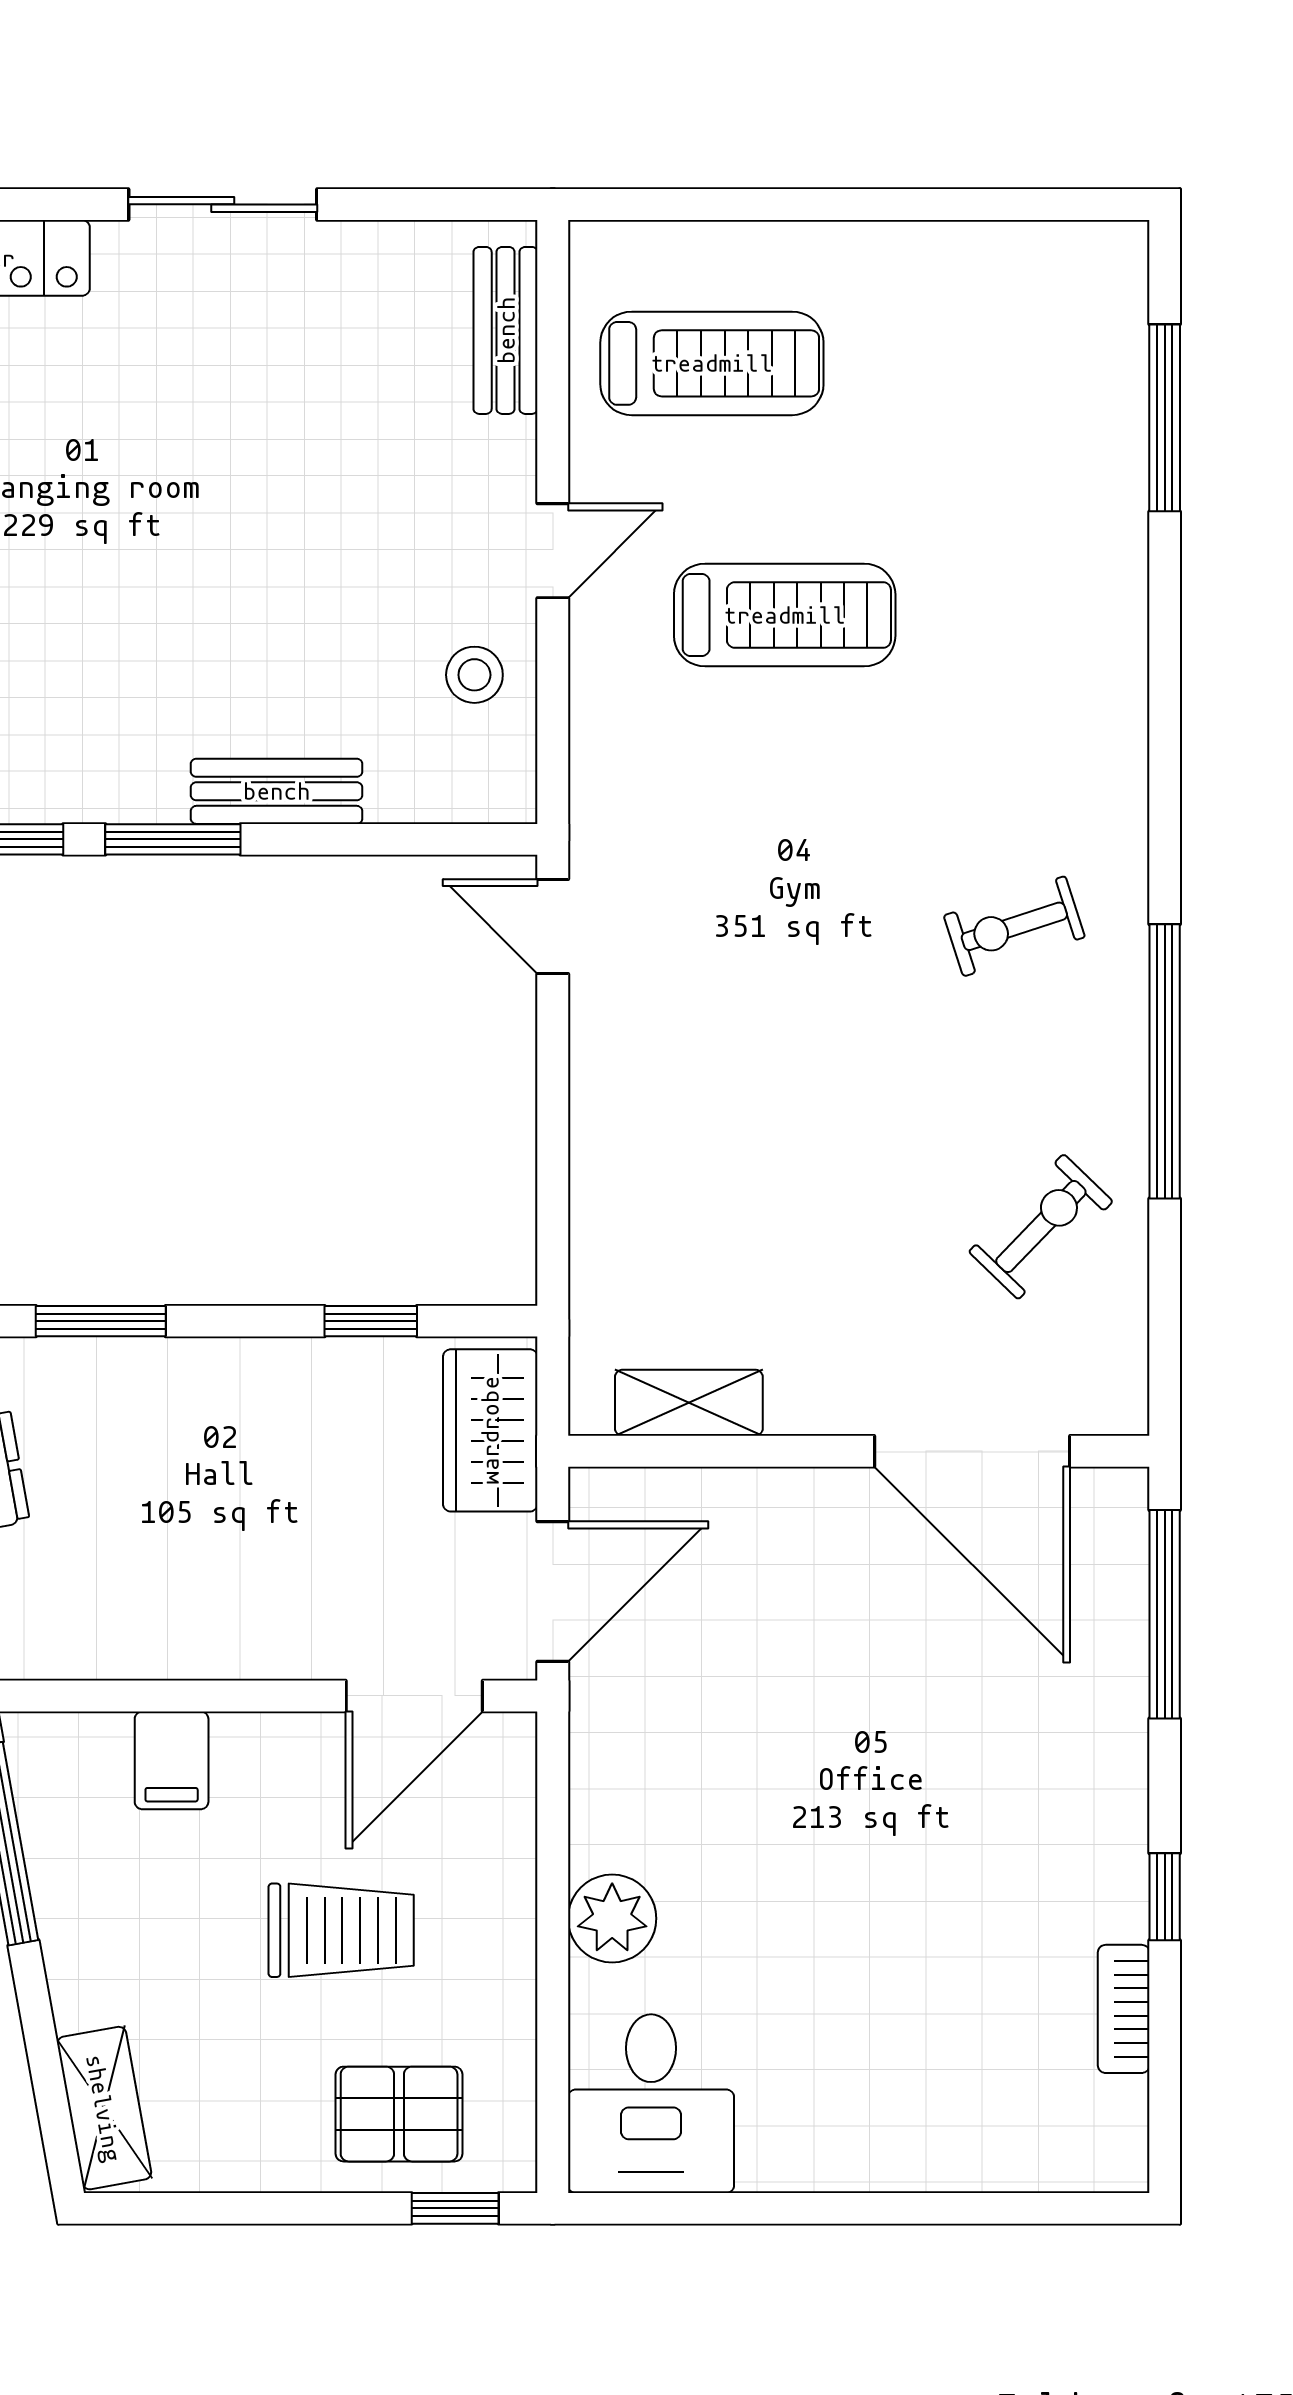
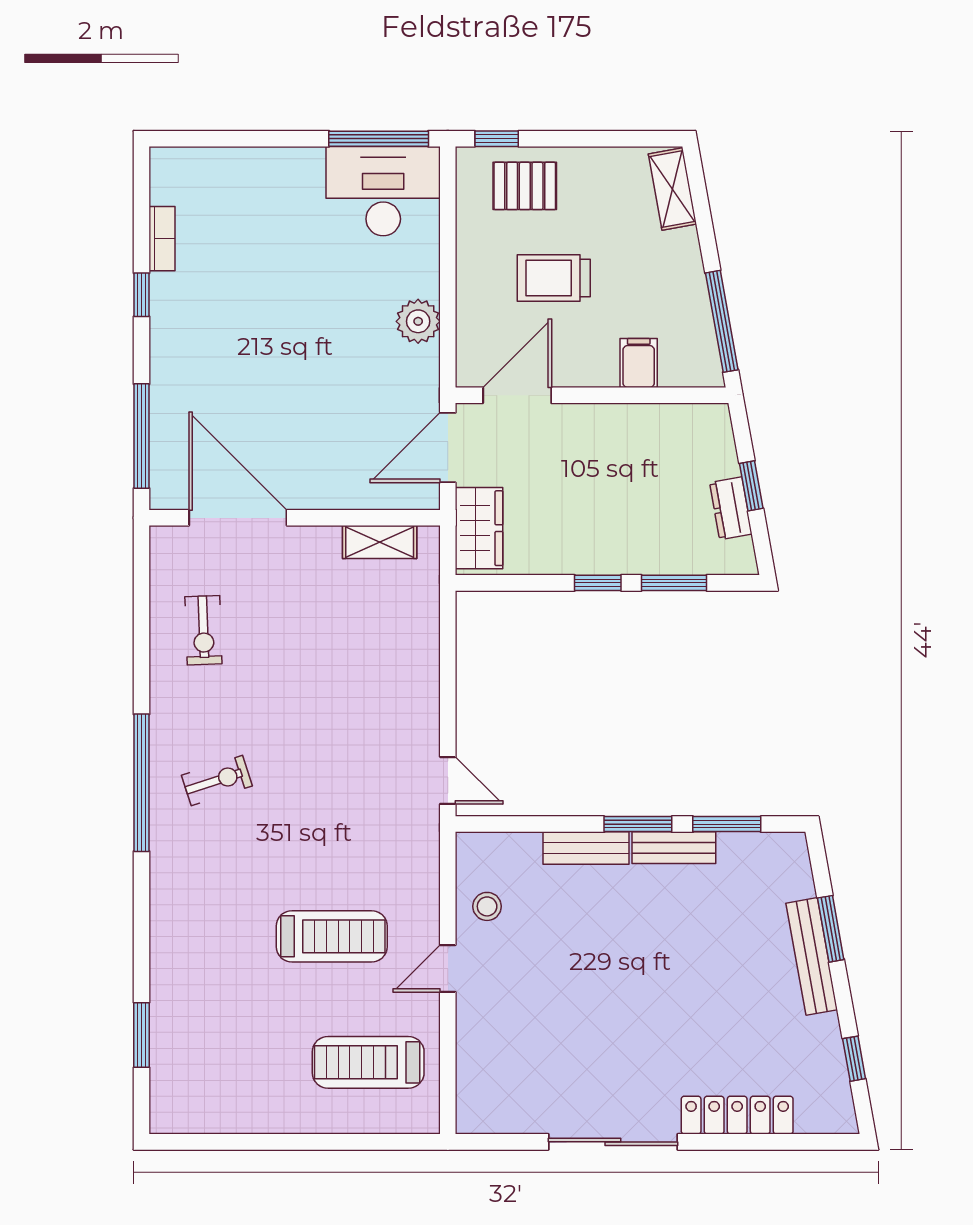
sliding door: (223, 204) -> (613, 1142), width x1.37
bench: (506, 330) -> (674, 848), moved, turned 90
window: (1165, 418) -> (142, 1035), width x0.69
treadmill: (785, 615) -> (332, 936), turned 180
window: (1165, 1061) -> (142, 783), moved
exercise bike: (1041, 1227) -> (203, 630), turned -46
window: (371, 1321) -> (598, 583), moved
plant: (612, 1918) -> (418, 321), moved
desk: (651, 2104) -> (383, 191), width x1.37
window: (691, 2208) -> (379, 139), added

